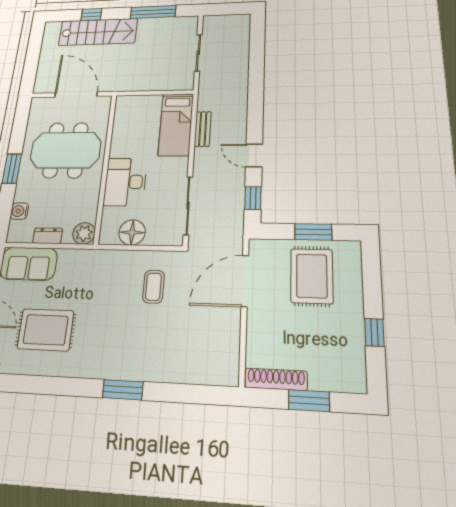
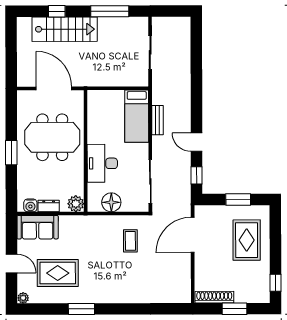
water cooler: (19, 211) -> (30, 205), moved, turned -90
rug: (312, 276) -> (247, 240), moved
window: (374, 332) -> (275, 283), moved
window: (123, 390) -> (81, 309), moved

